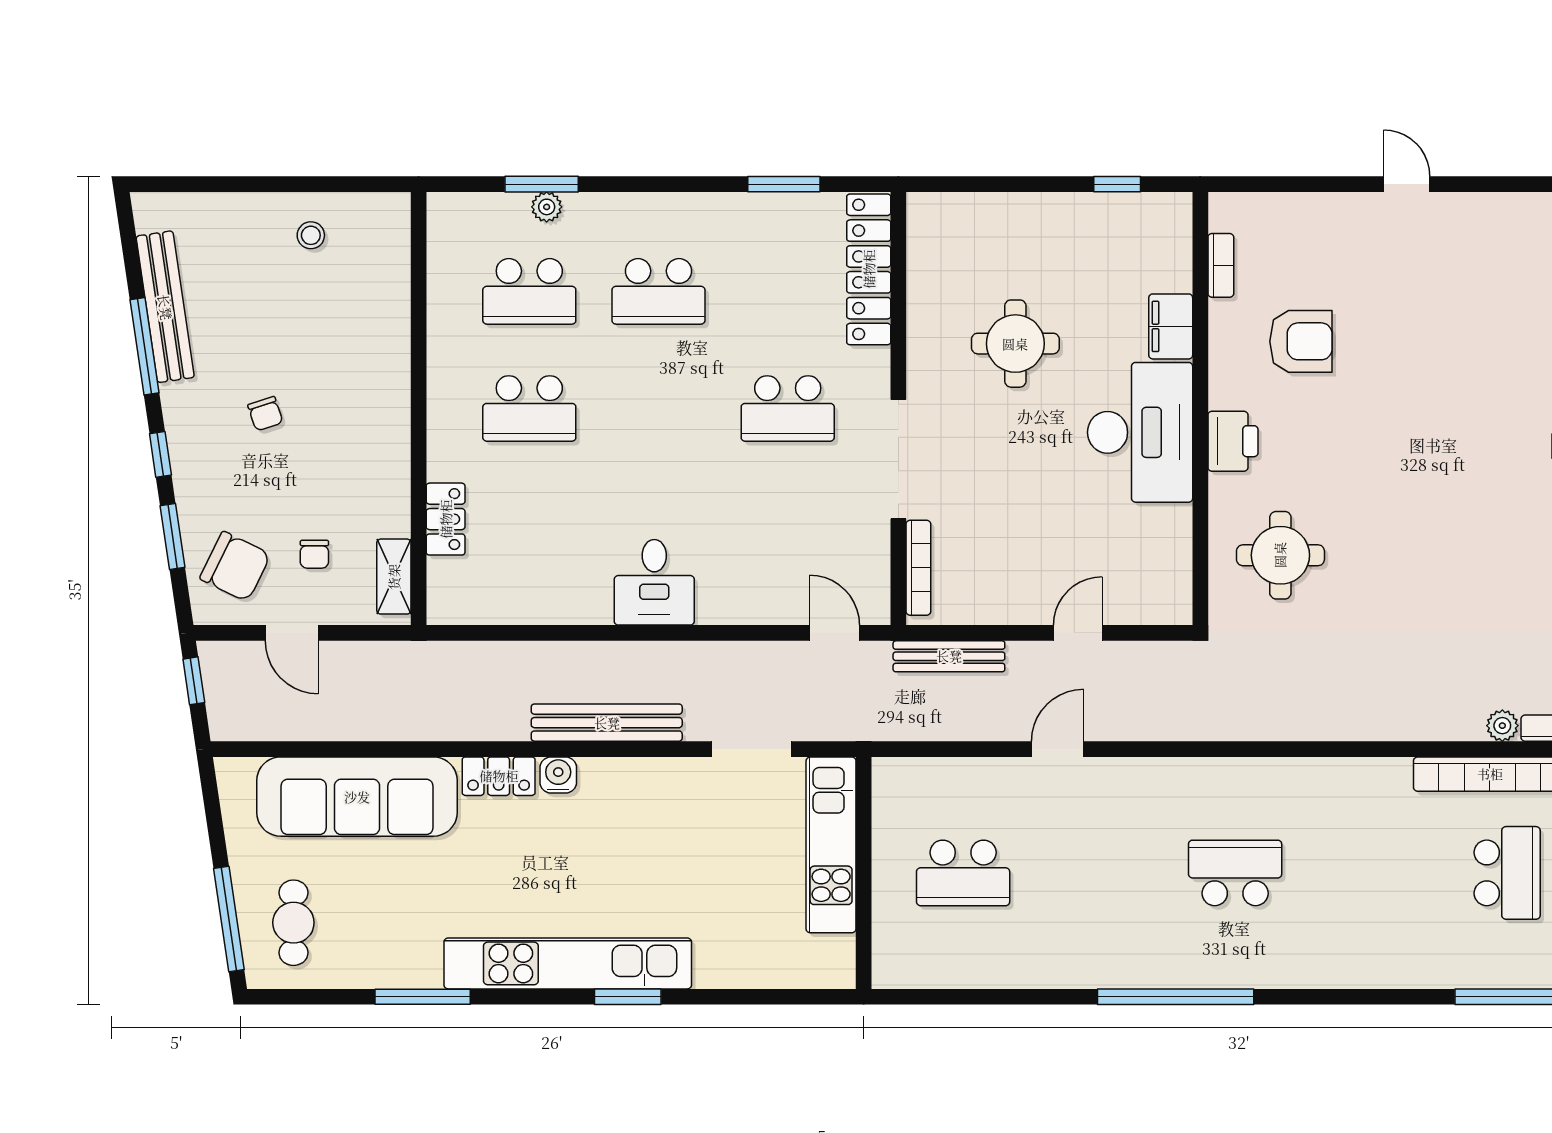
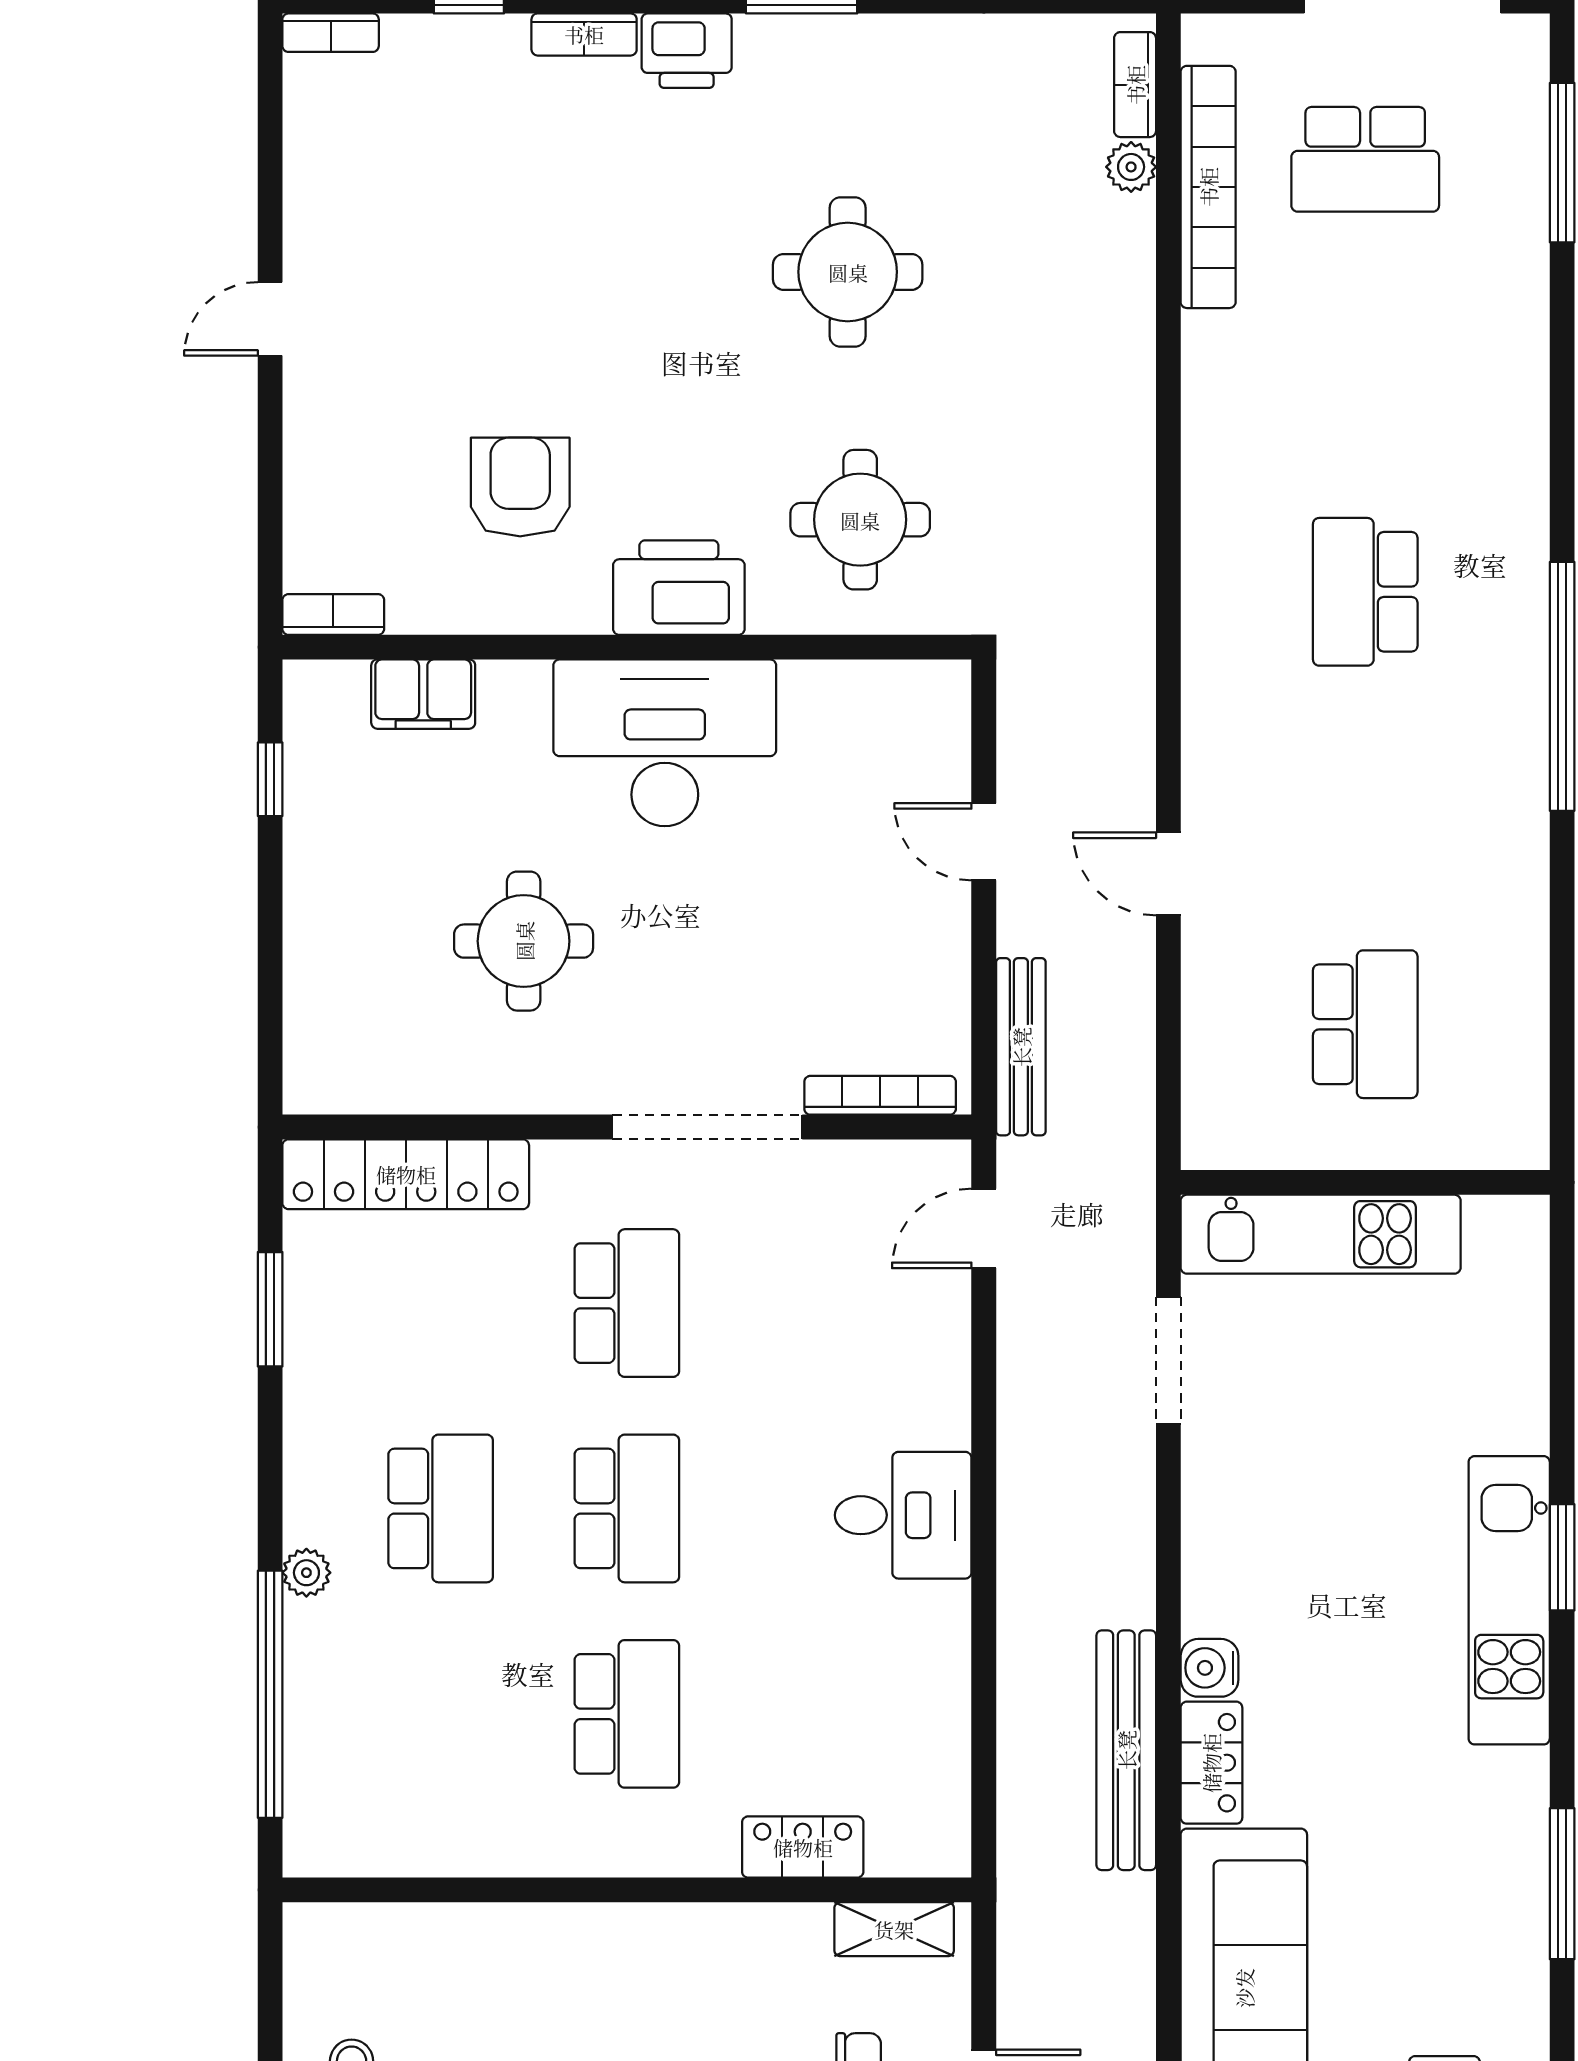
window: (542, 184) -> (270, 1694), width x2.11
plant: (547, 207) -> (306, 1573), moved
bookcase: (1221, 265) -> (333, 614), moved
school desk: (529, 291) -> (627, 1508), moved
filing cabinet: (1171, 326) -> (423, 694), moved
printer: (1233, 441) -> (679, 588), width x1.37, depth x1.19
round table: (1436, 547) -> (848, 272), added
bench: (607, 723) -> (1126, 1750), moved
school desk: (1507, 873) -> (1365, 159), turned 180
kitchen unit: (568, 963) -> (1509, 1600), width x0.73

